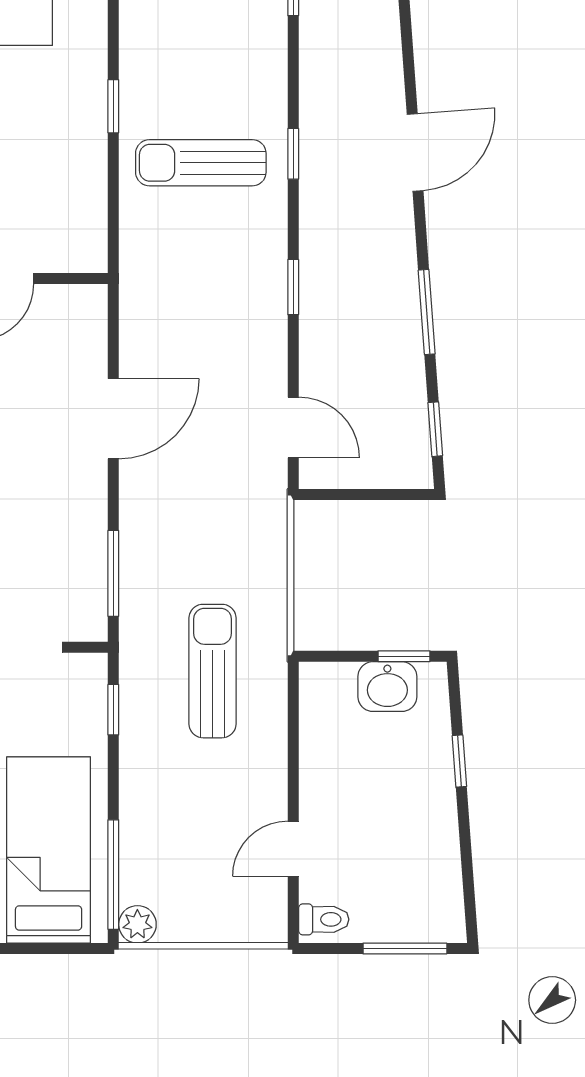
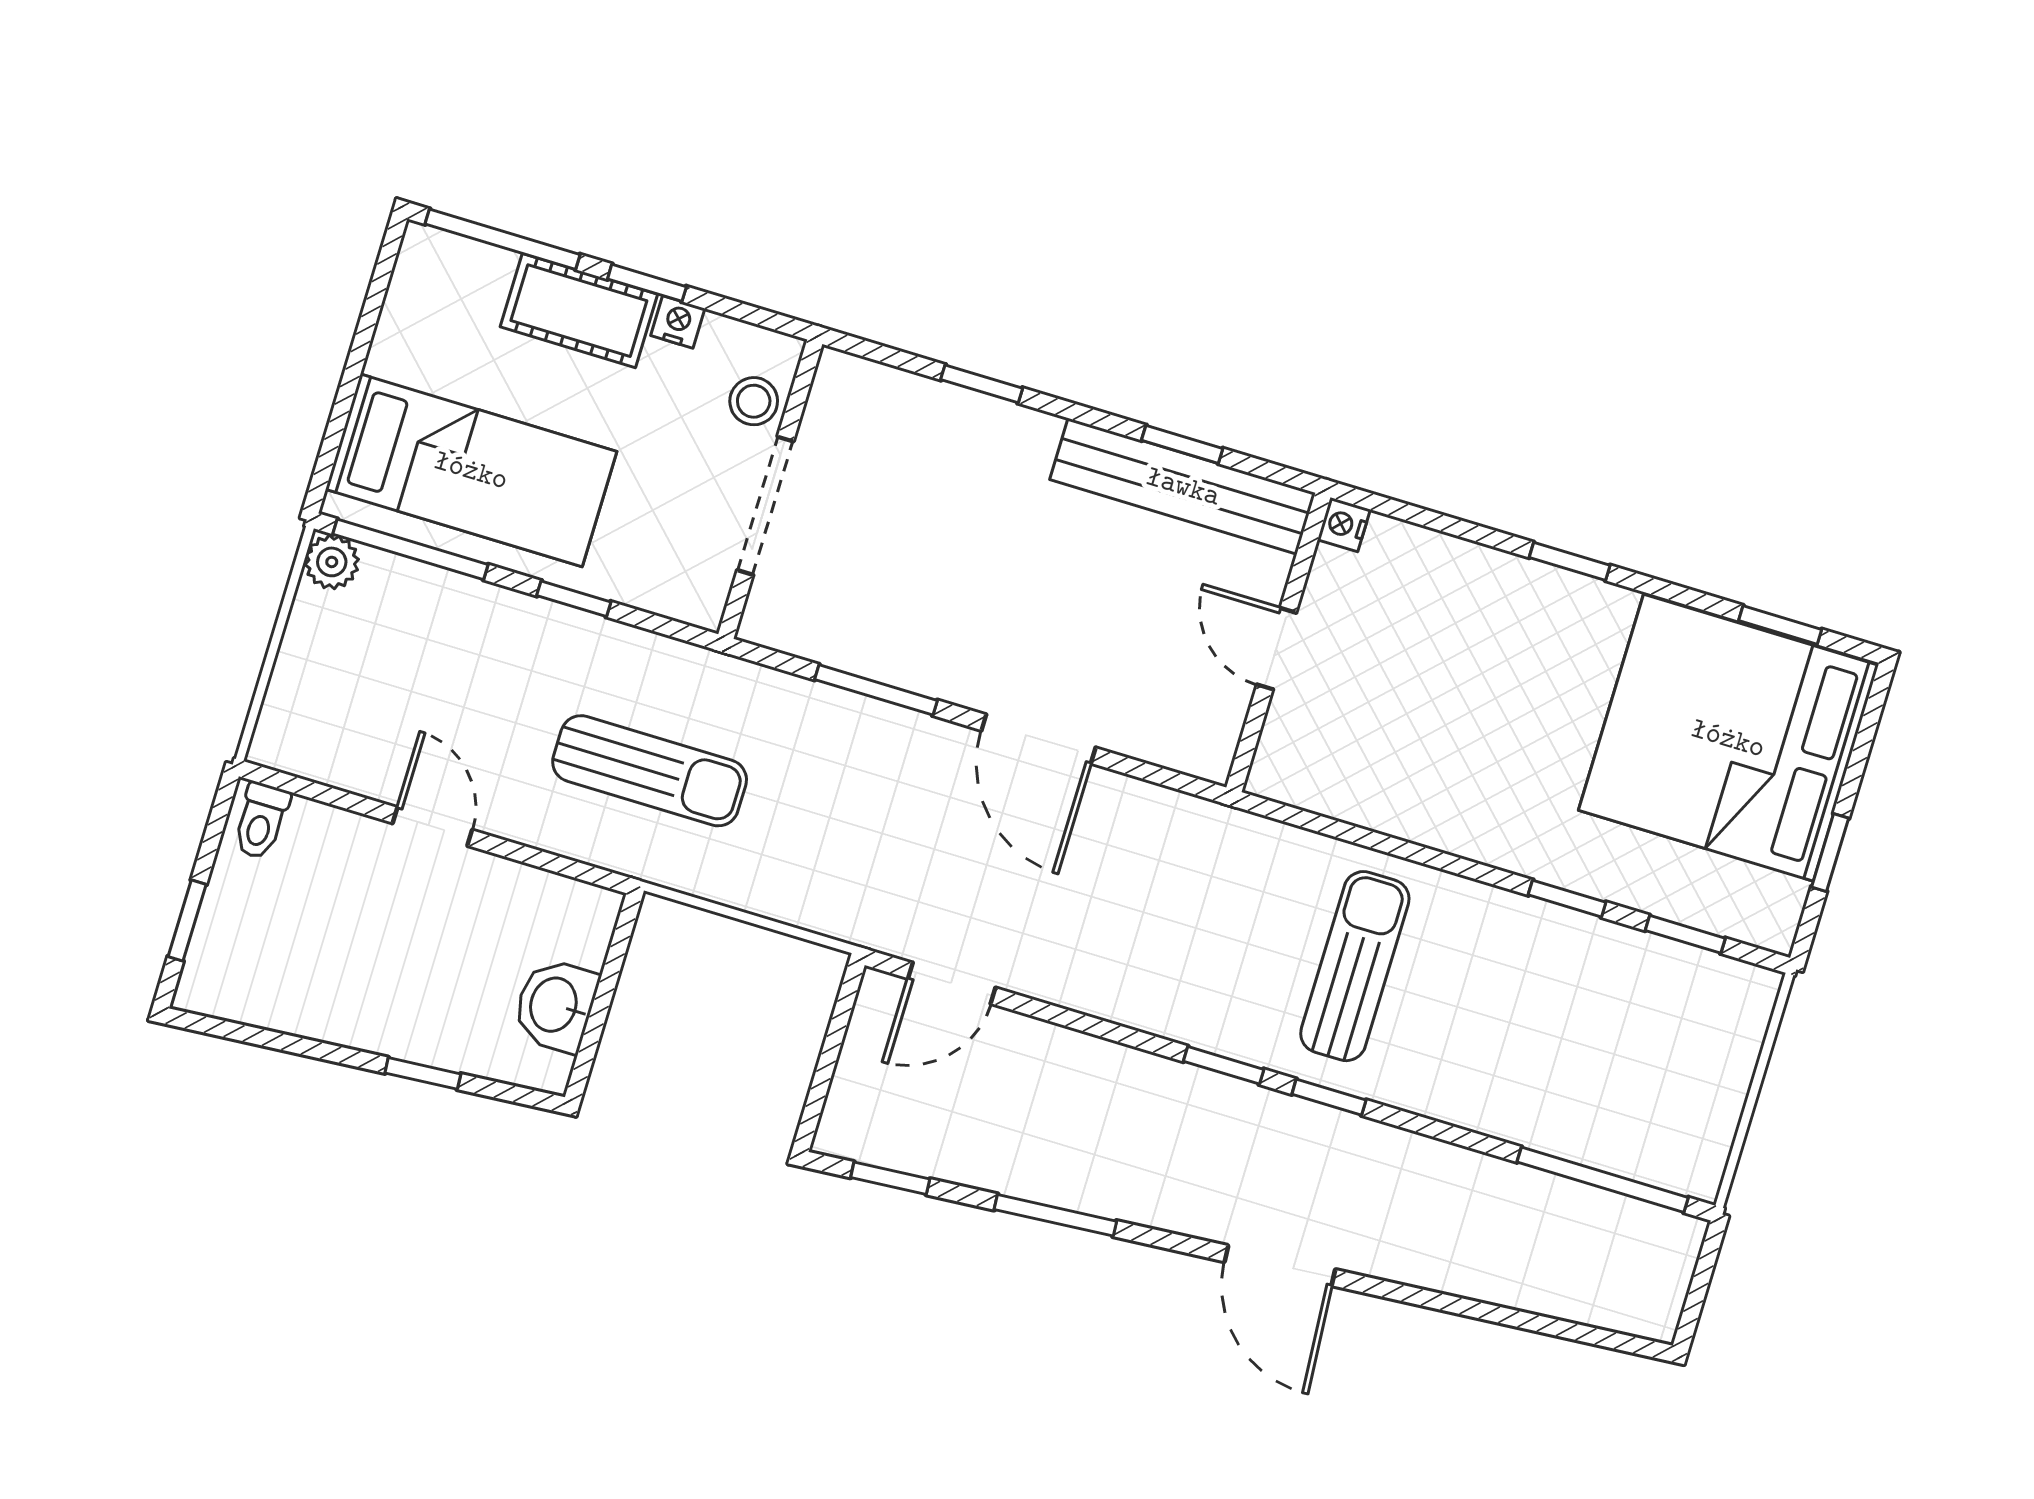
window: (113, 106) -> (1567, 899), moved
window: (293, 287) -> (1224, 1065), moved
window: (113, 573) -> (876, 690), moved
window: (404, 656) -> (590, 1041), removed
window: (113, 710) -> (574, 599), moved
door: (293, 849) -> (432, 826), moved
window: (405, 948) -> (187, 921), width x0.67

